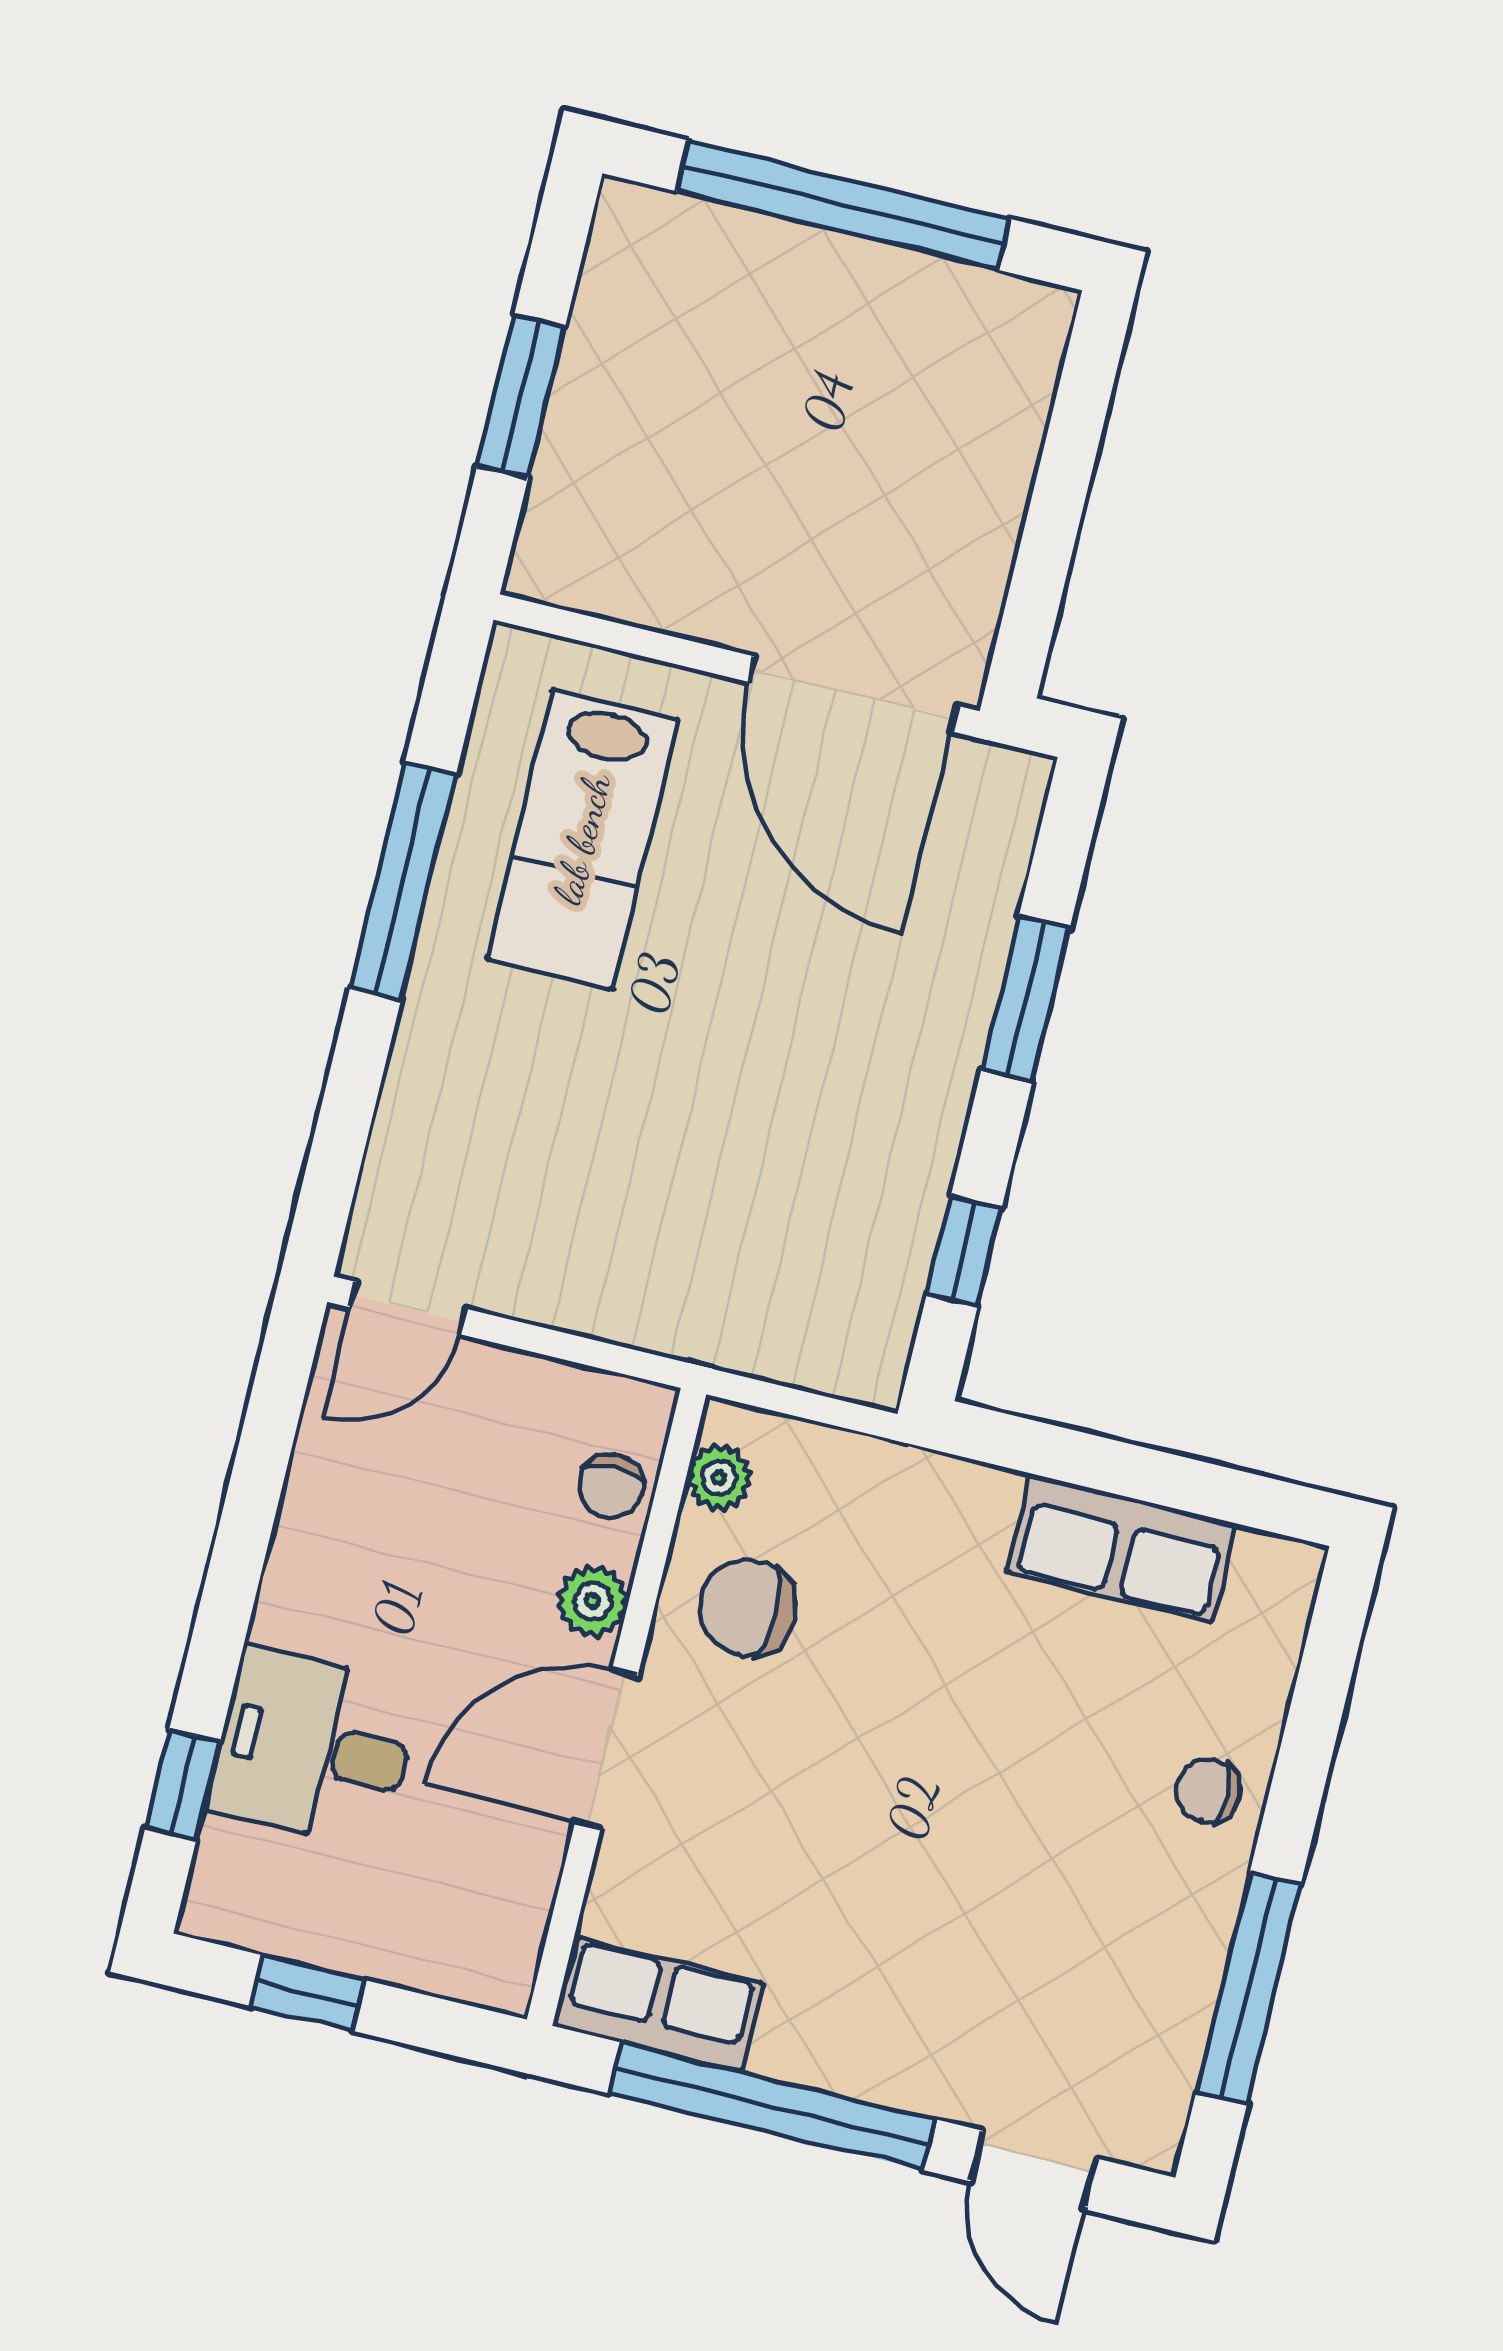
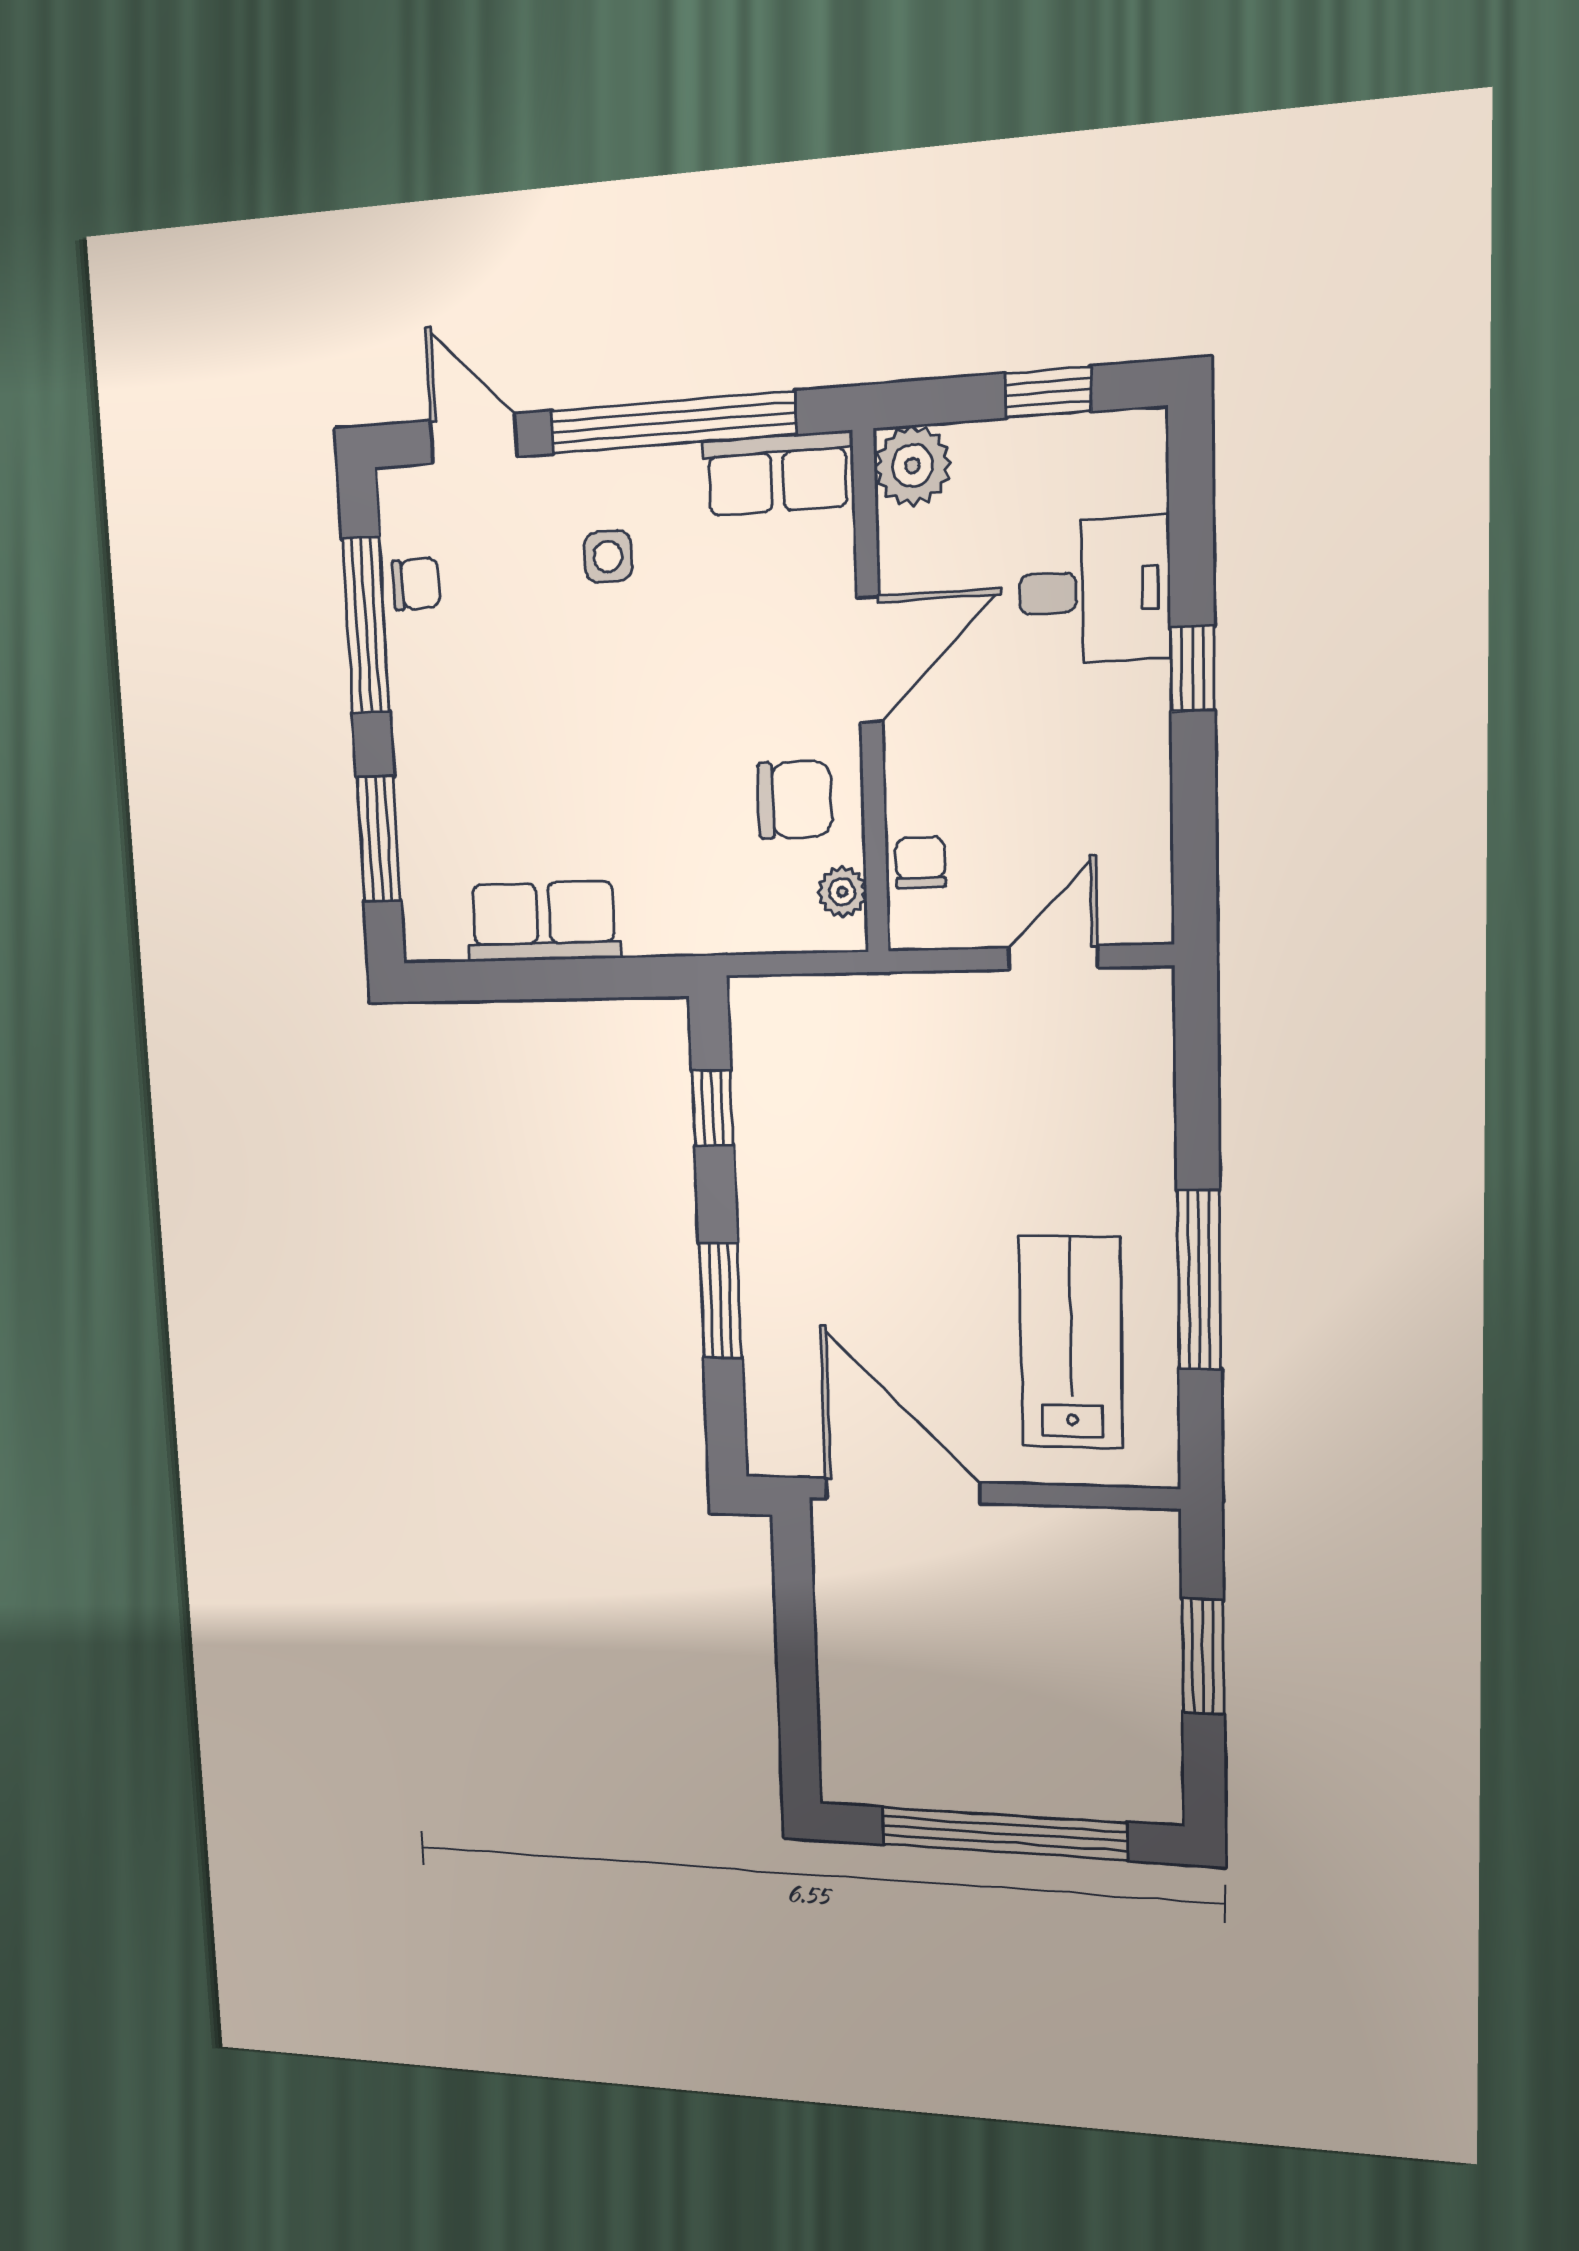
door: (408, 1308) -> (1053, 958), moved
plant: (593, 1601) -> (913, 466), moved, width x1.38, depth x1.38
window: (1315, 1715) -> (379, 839), added
window: (183, 1784) -> (1193, 669), moved
chair: (1208, 1791) -> (416, 584), moved
side table: (901, 1973) -> (608, 557), added

